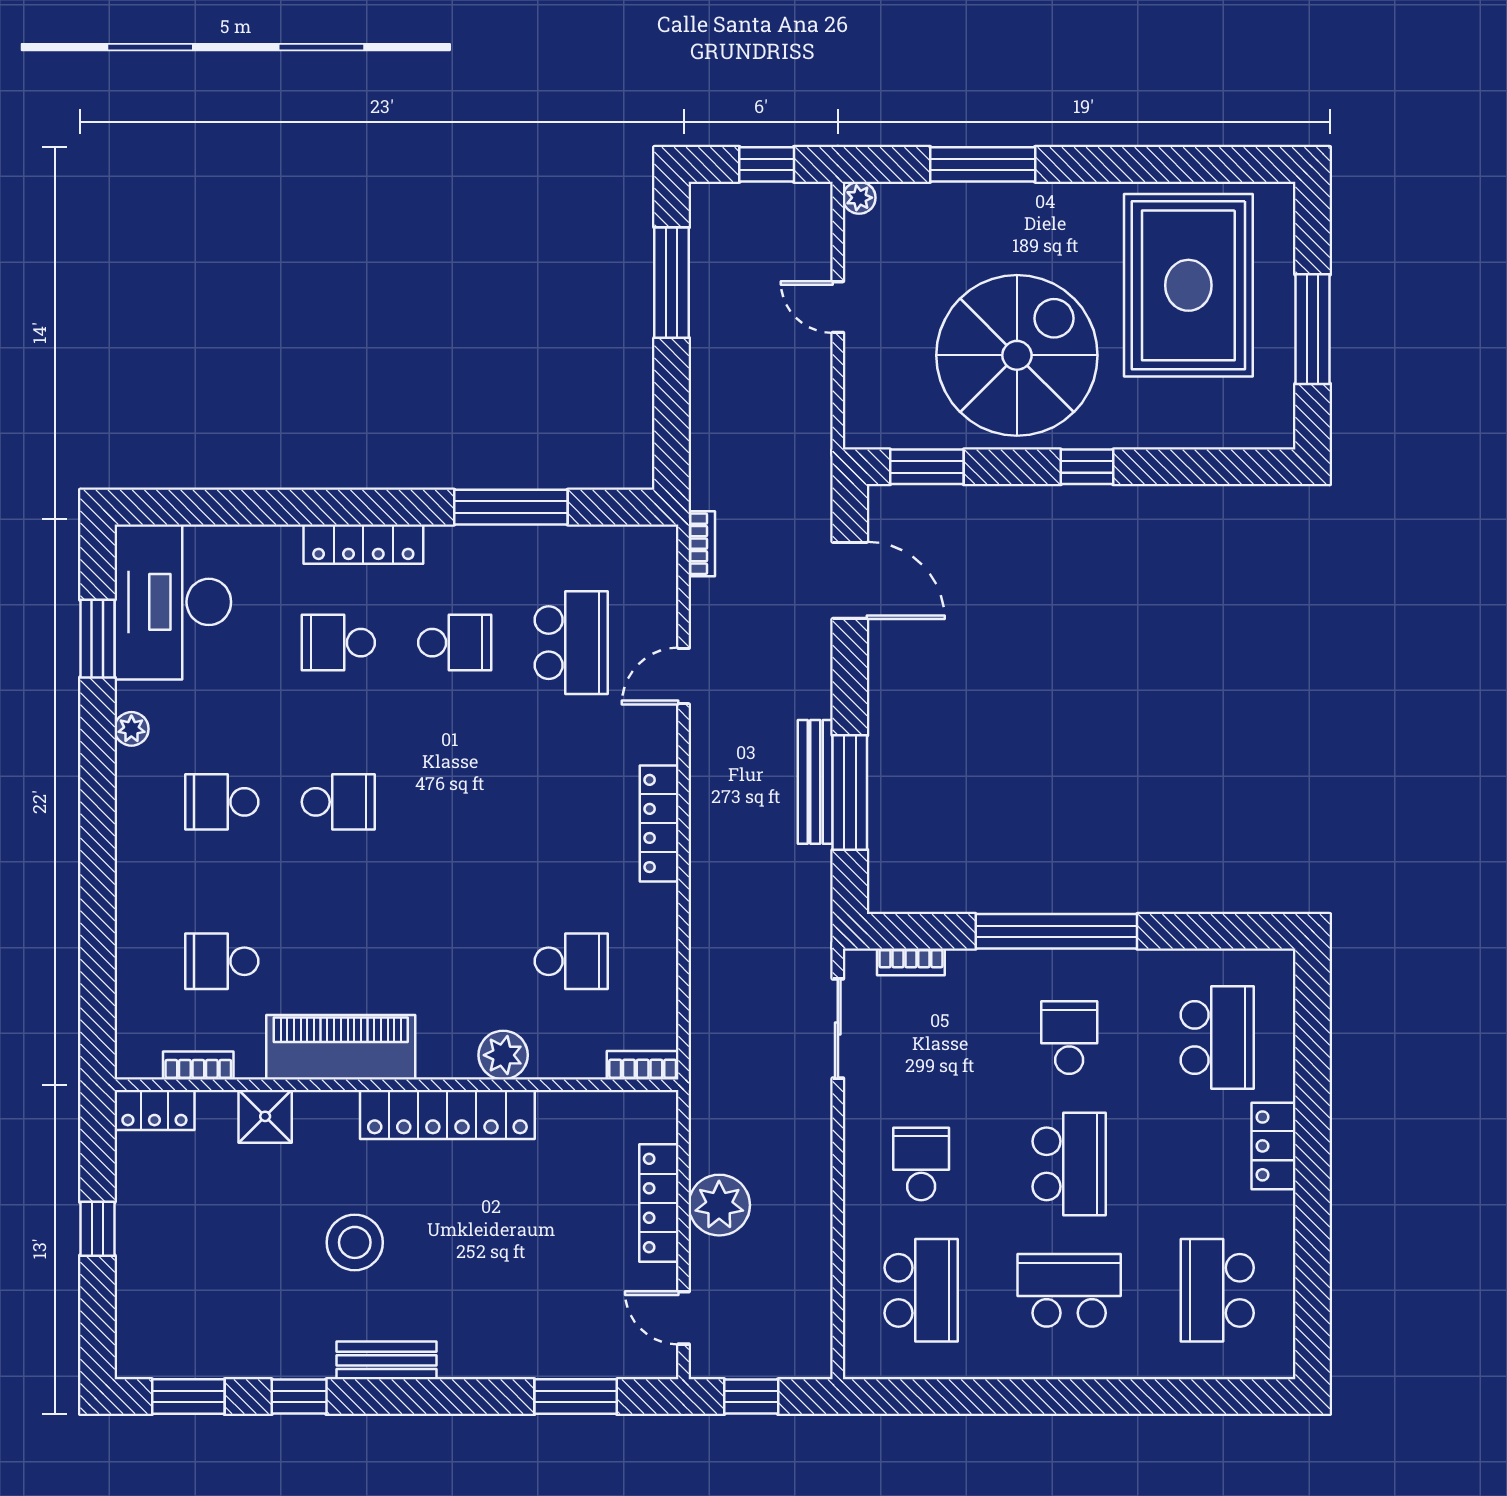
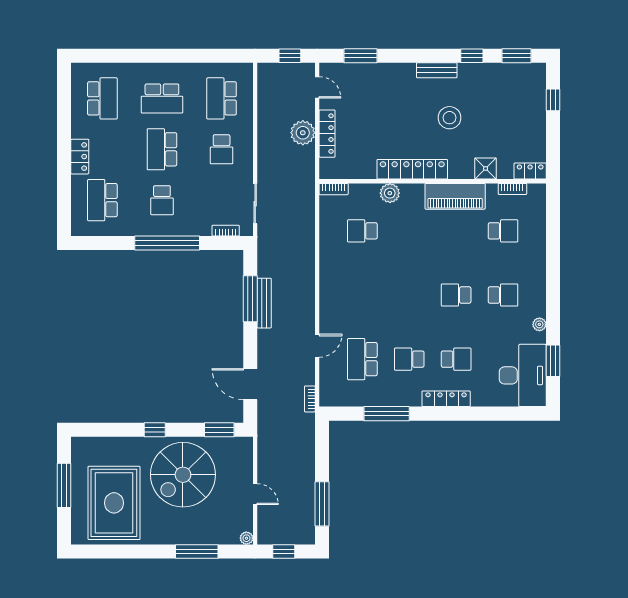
locker: (659, 823) -> (327, 286), removed
window: (97, 1229) -> (553, 100), moved

